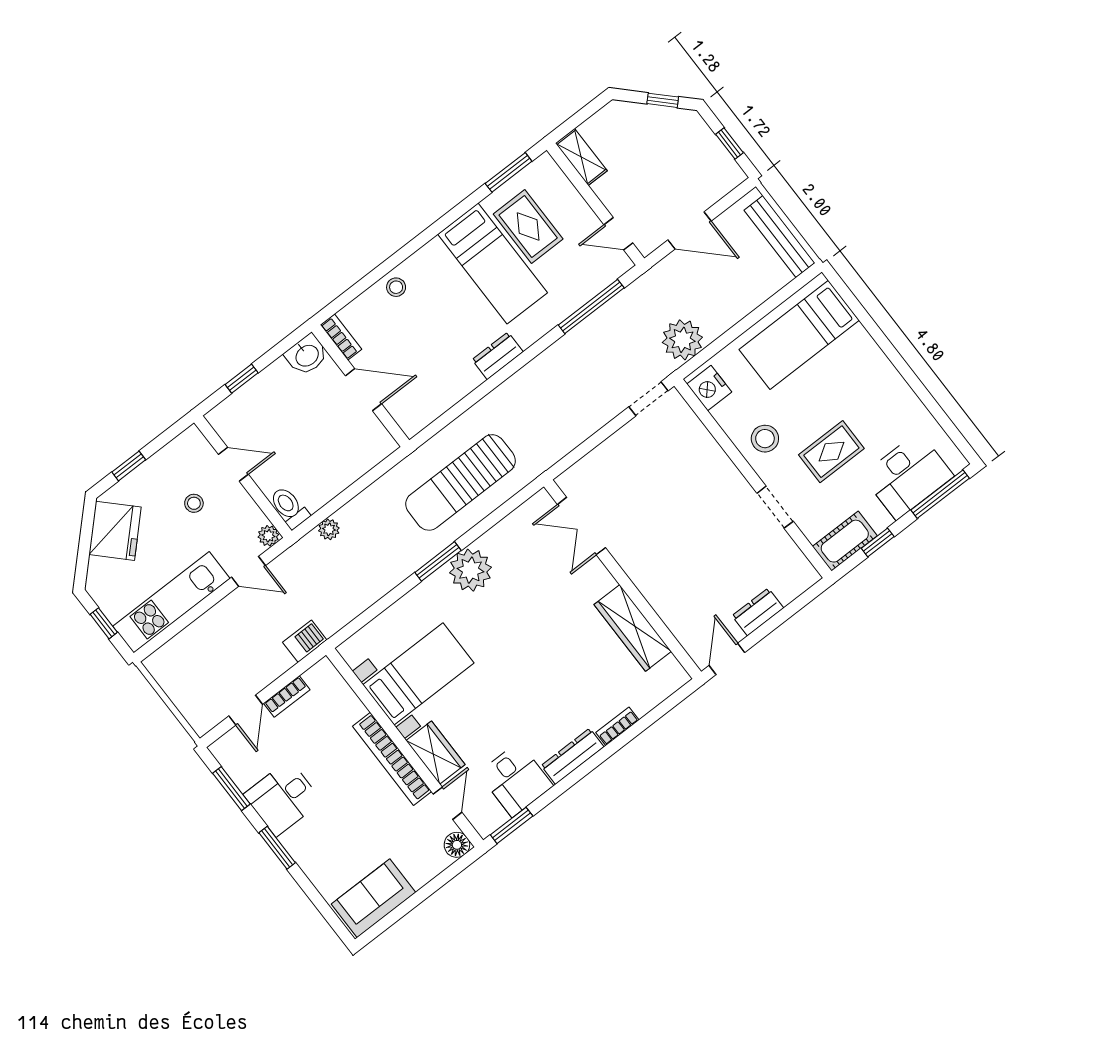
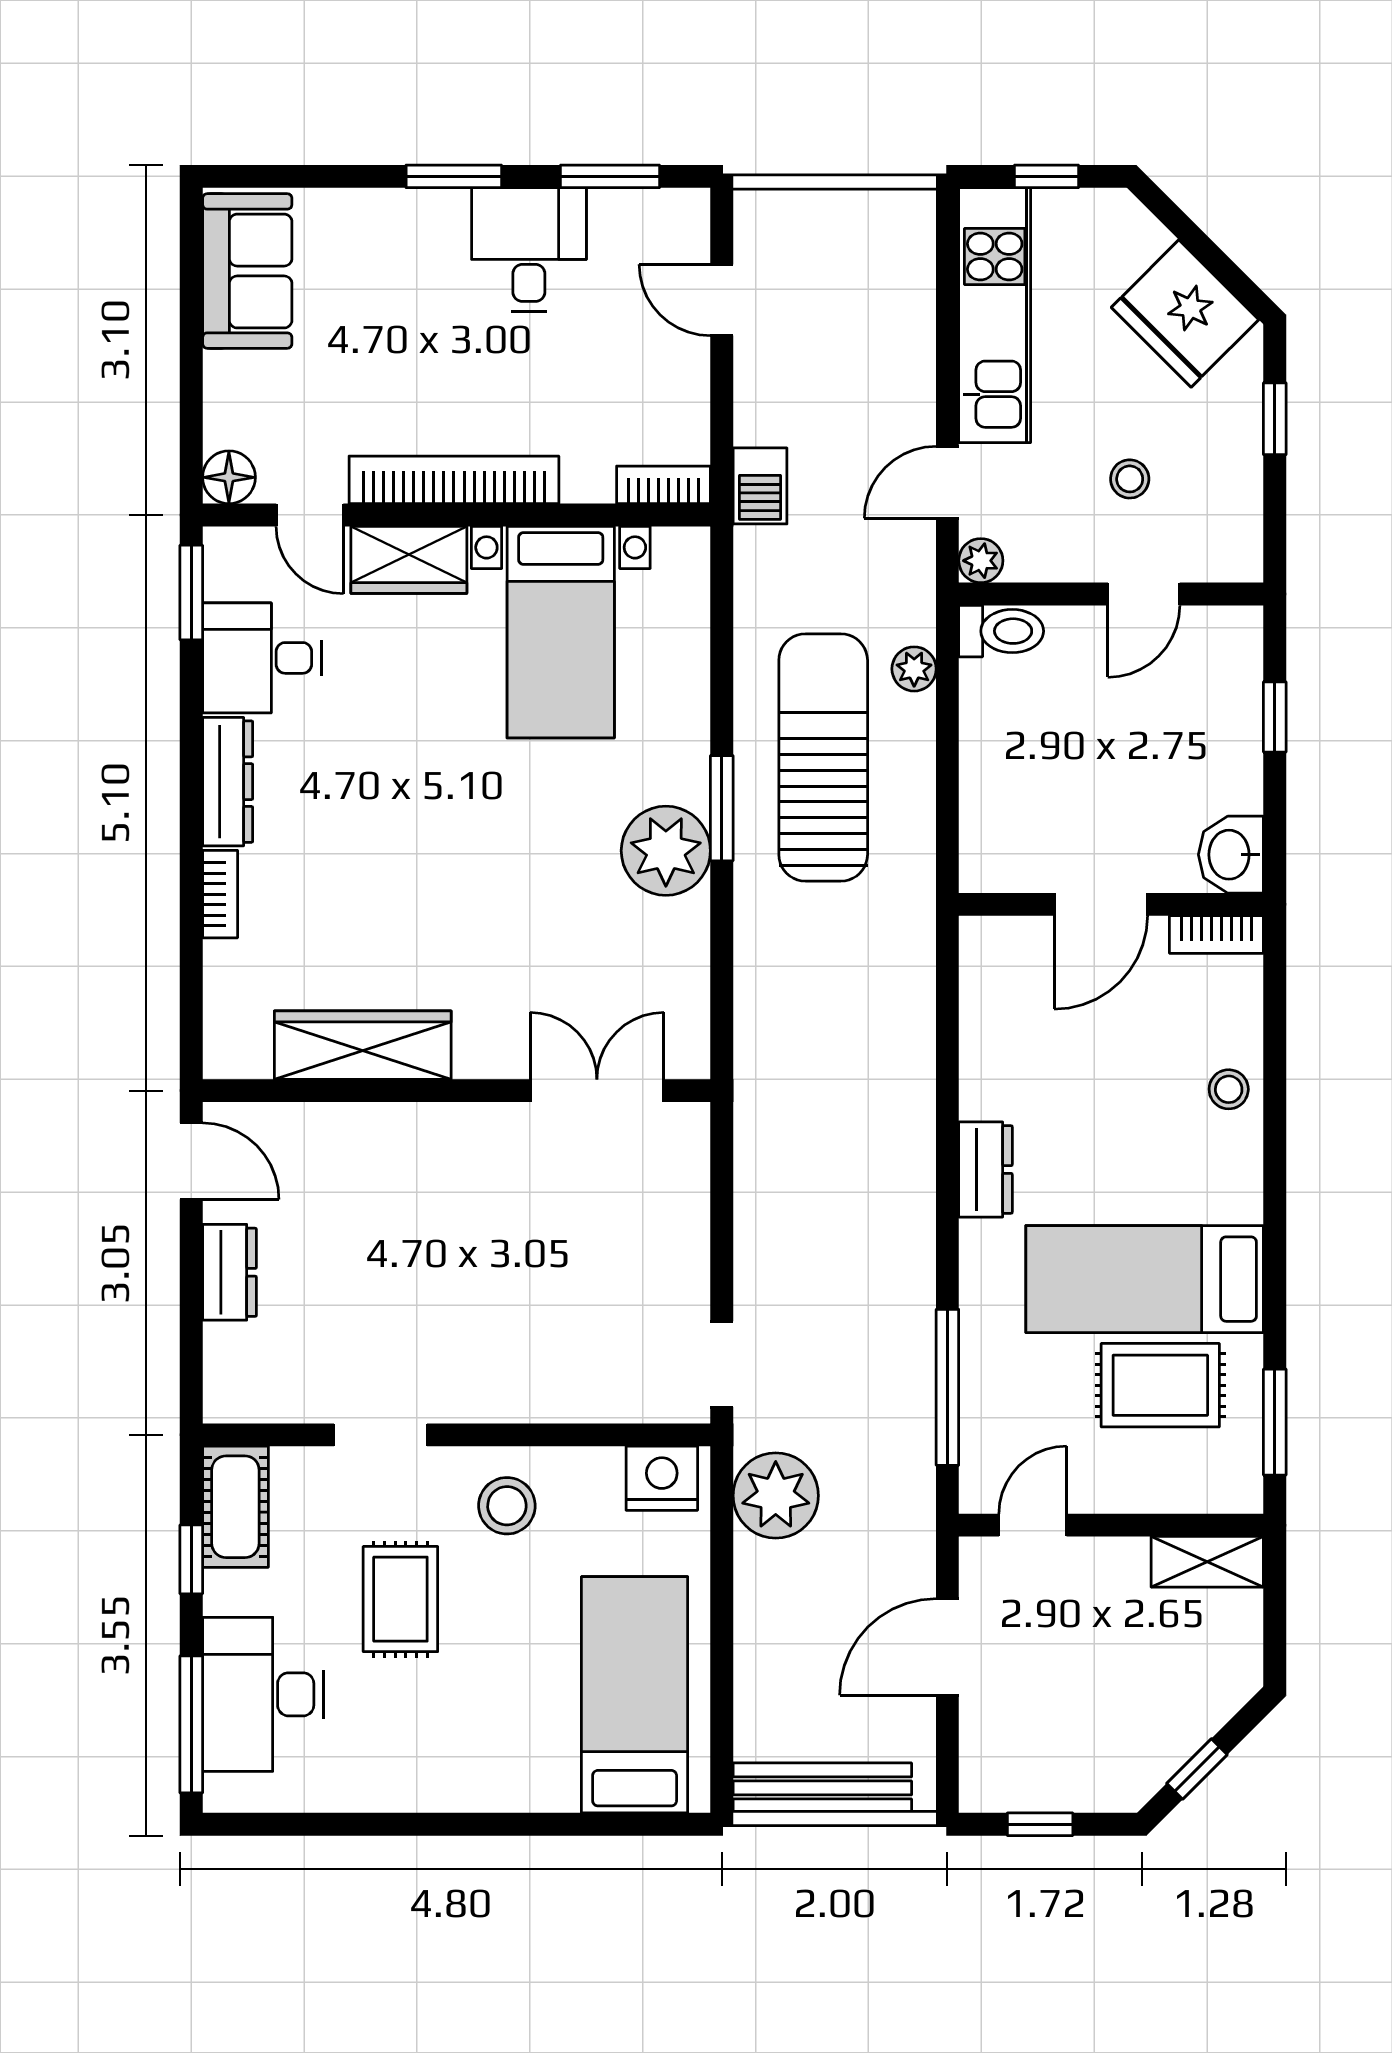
sun lounger: (461, 482) -> (823, 757), moved
bookcase: (287, 696) -> (663, 485), moved, turned 90

